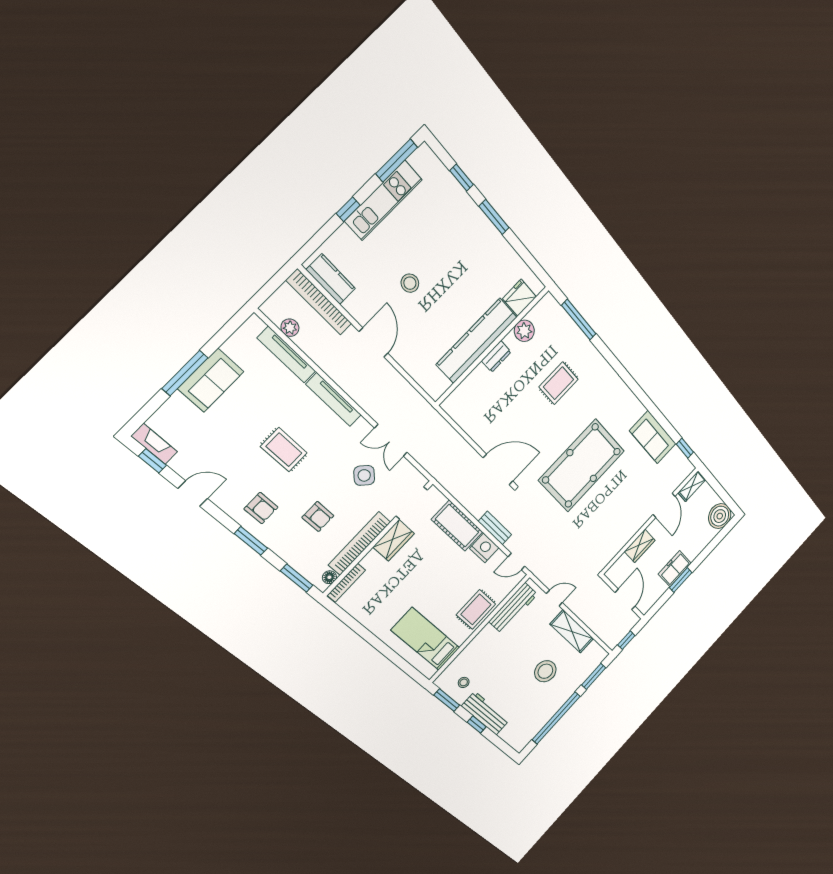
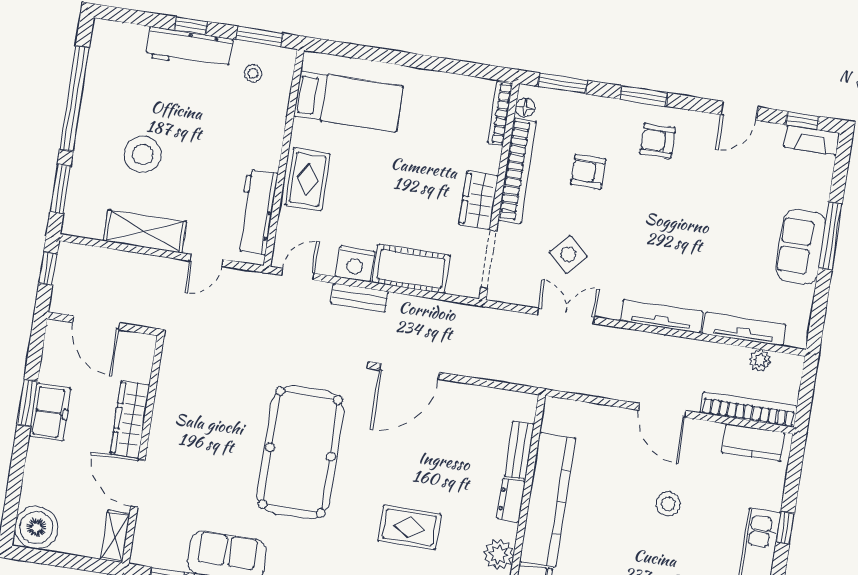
bench: (472, 382) -> (519, 450), added
rug: (558, 383) -> (409, 527), turned 90
rug: (284, 450) -> (677, 223), removed
wardrobe: (640, 546) -> (130, 420), width x1.50

